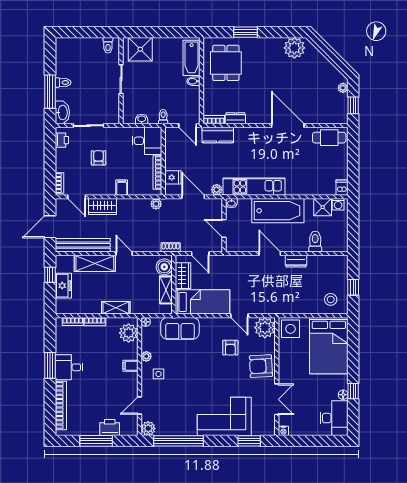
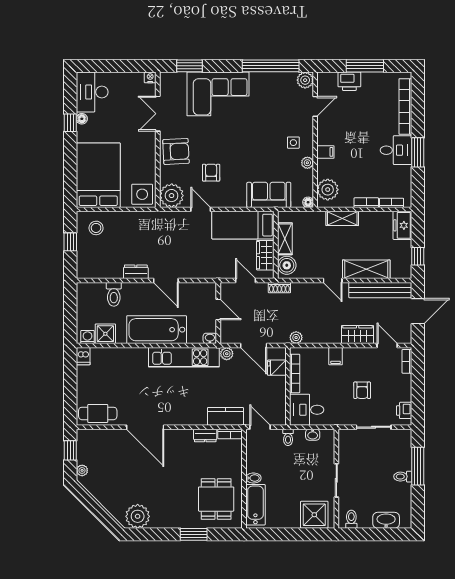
washbasin: (62, 112) -> (386, 520), moved, turned 90
freezer: (63, 286) -> (402, 225), moved

